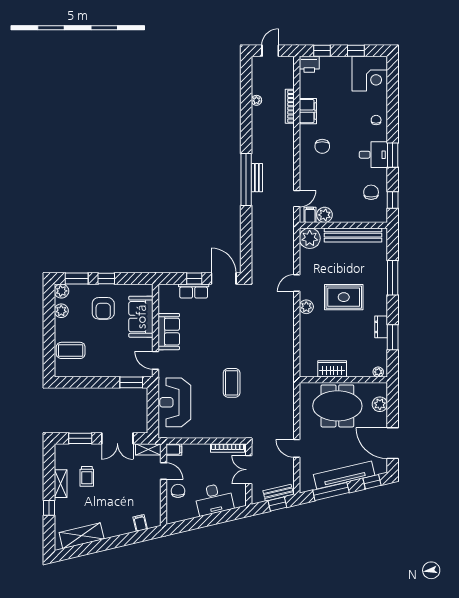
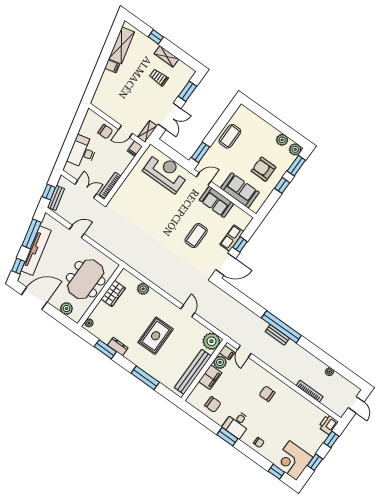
filing cabinet: (308, 111) -> (210, 377), moved, turned -90
window: (393, 200) -> (276, 472), moved
plant: (306, 307) -> (143, 289), moved
coffee table: (71, 350) -> (230, 136), moved
coffee table: (232, 383) -> (196, 235), moved, turned 90
double door: (117, 438) -> (170, 116), swing flipped
filing cabinet: (140, 523) -> (112, 66), moved

